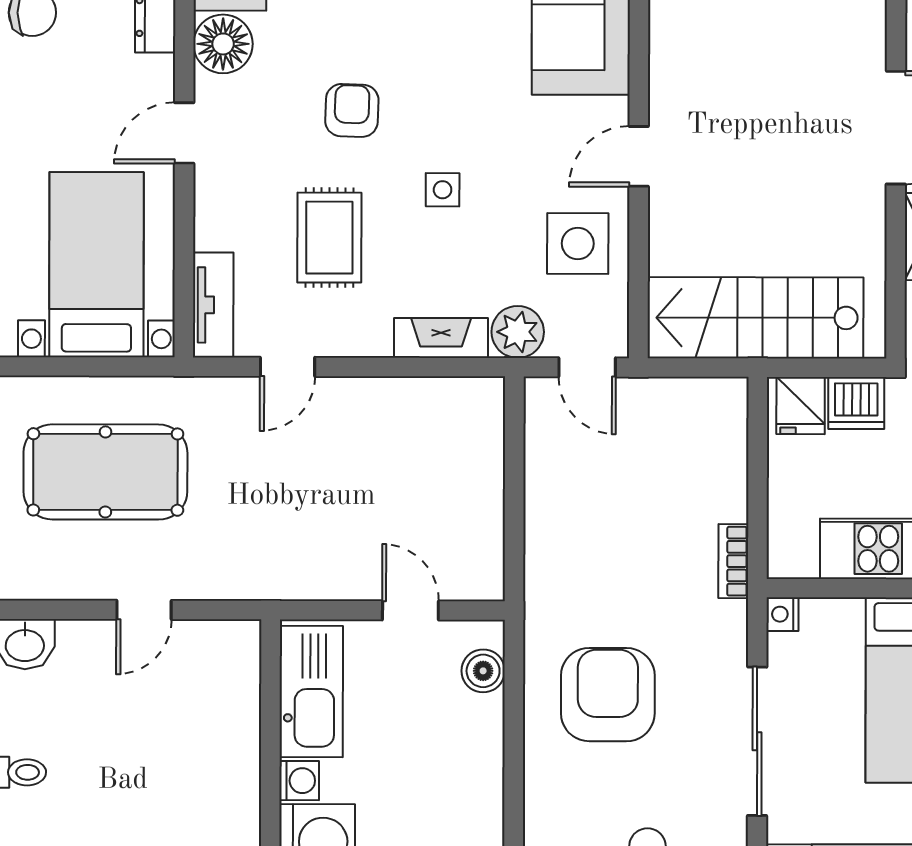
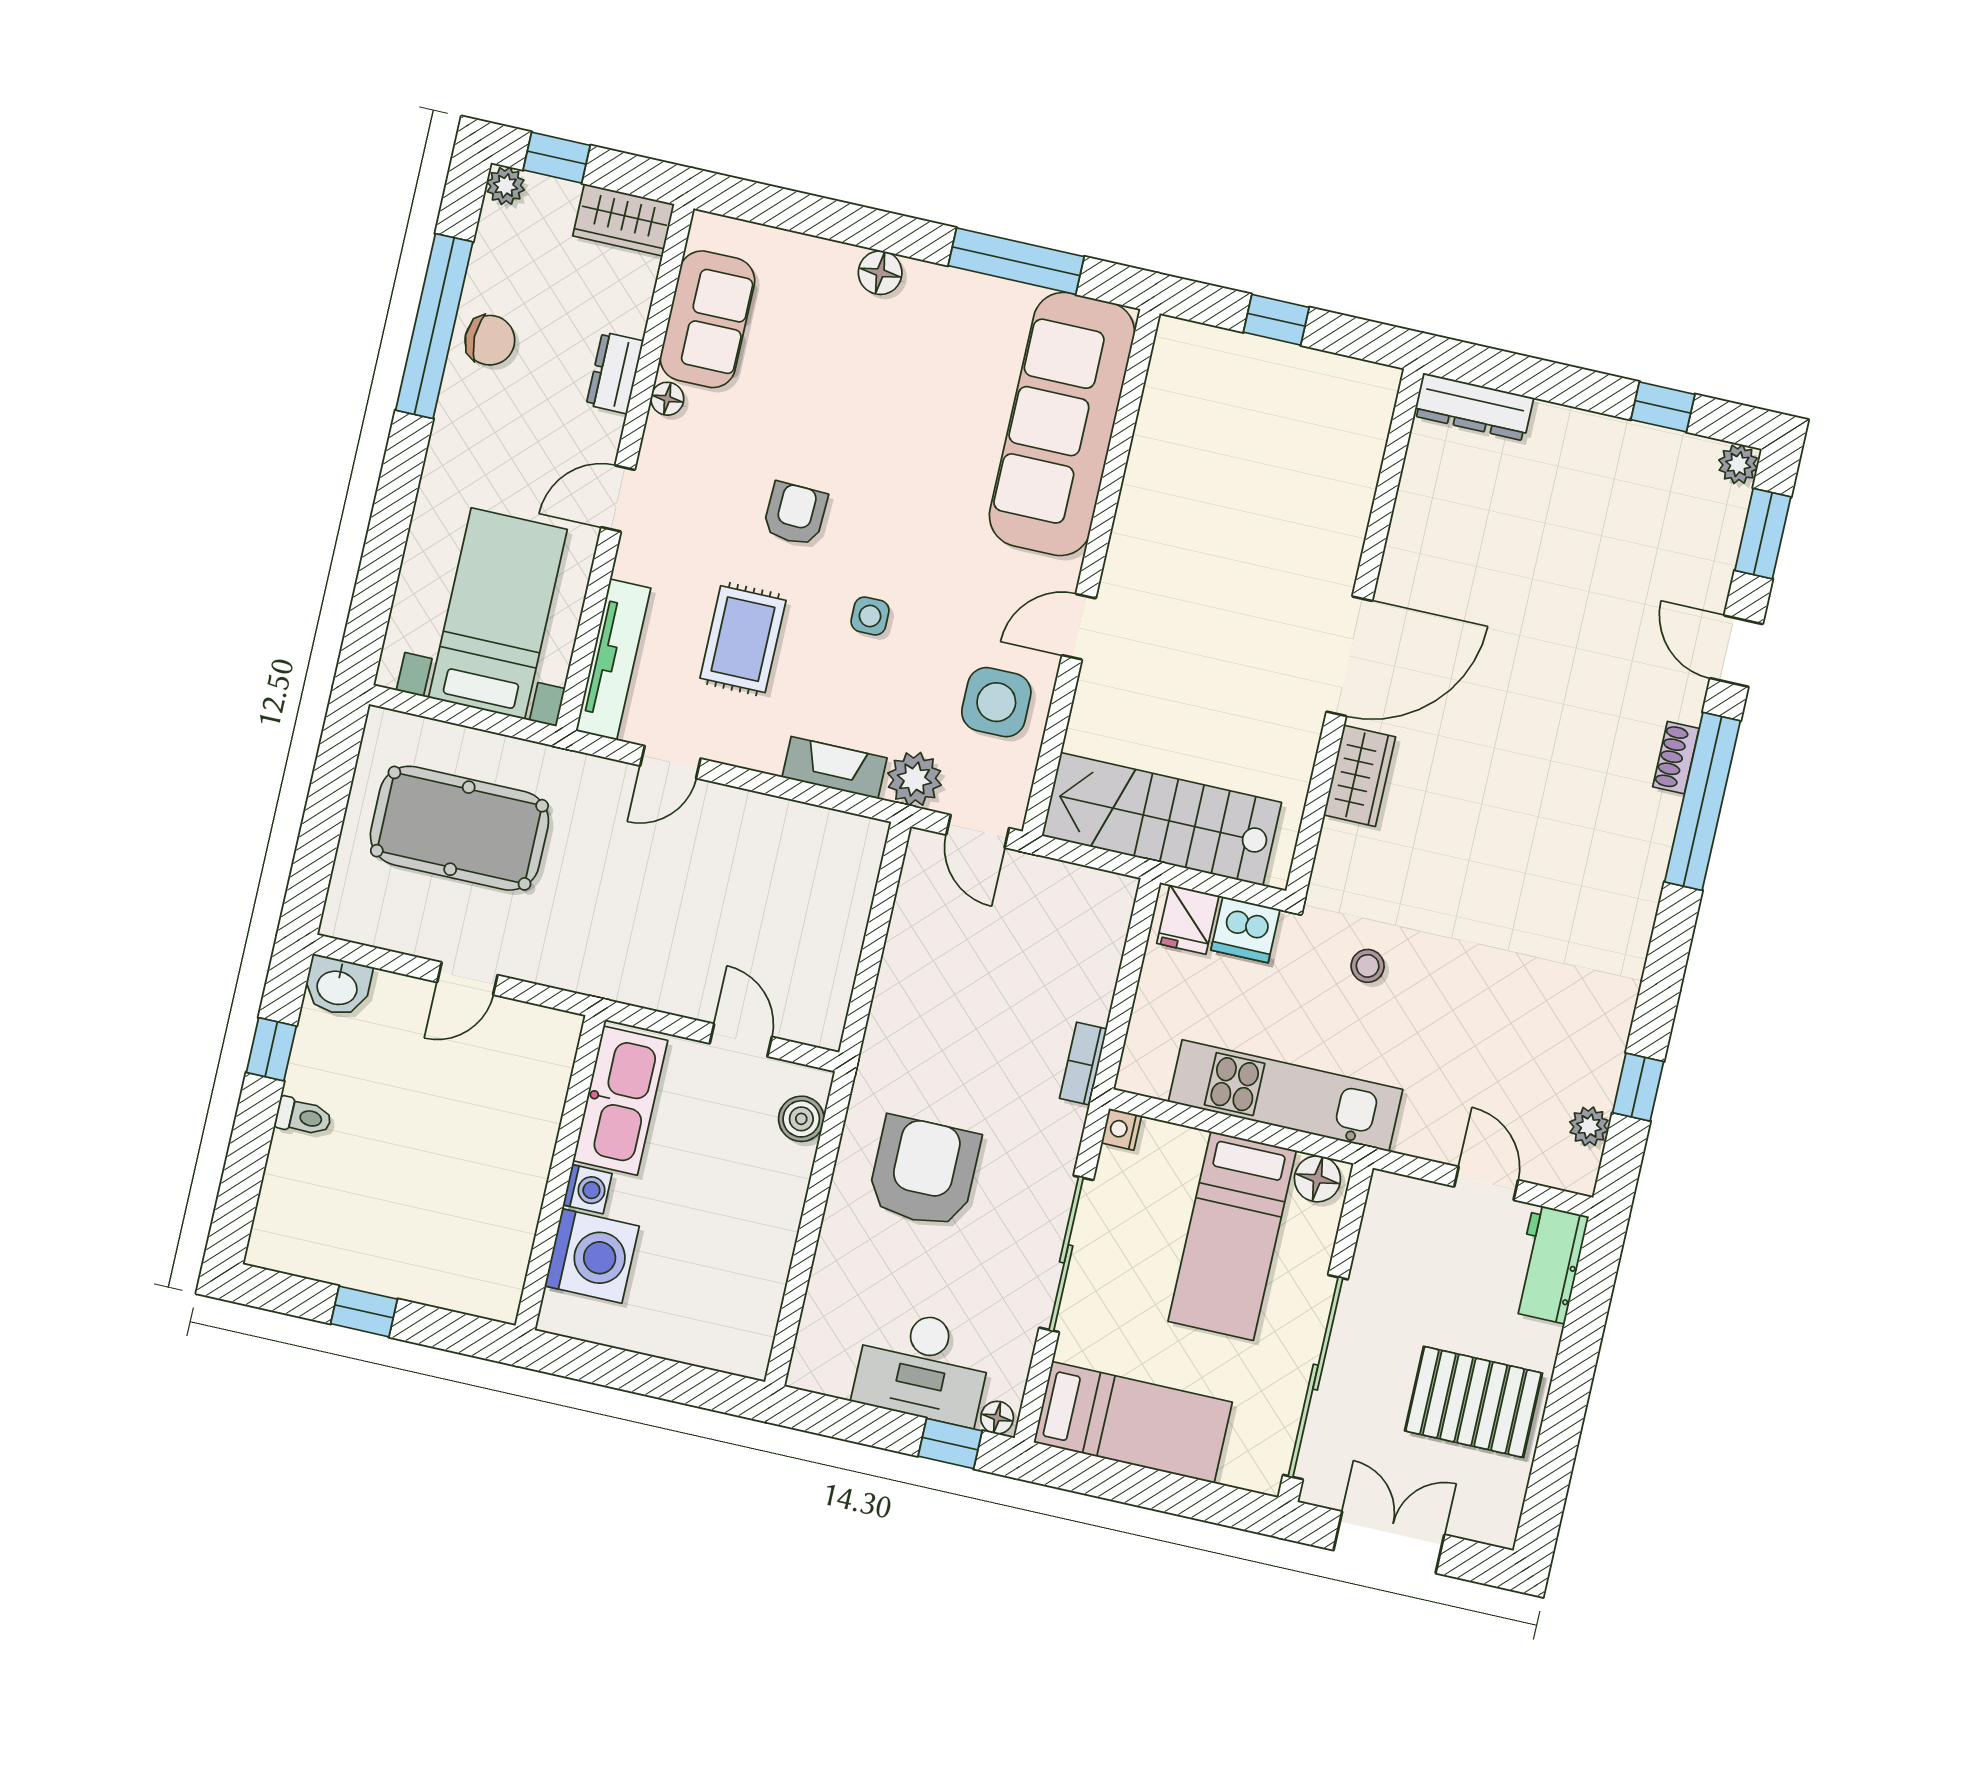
floor lamp: (223, 44) -> (667, 399), width x0.53, depth x0.53
tv unit: (213, 305) -> (613, 659), width x1.41

